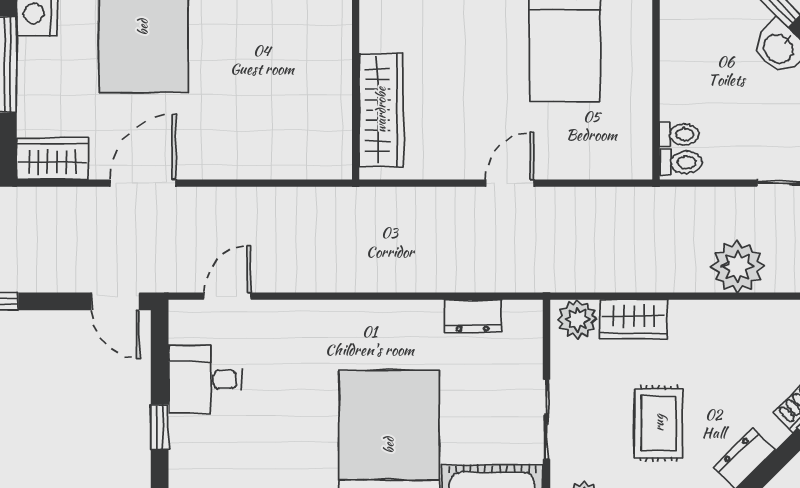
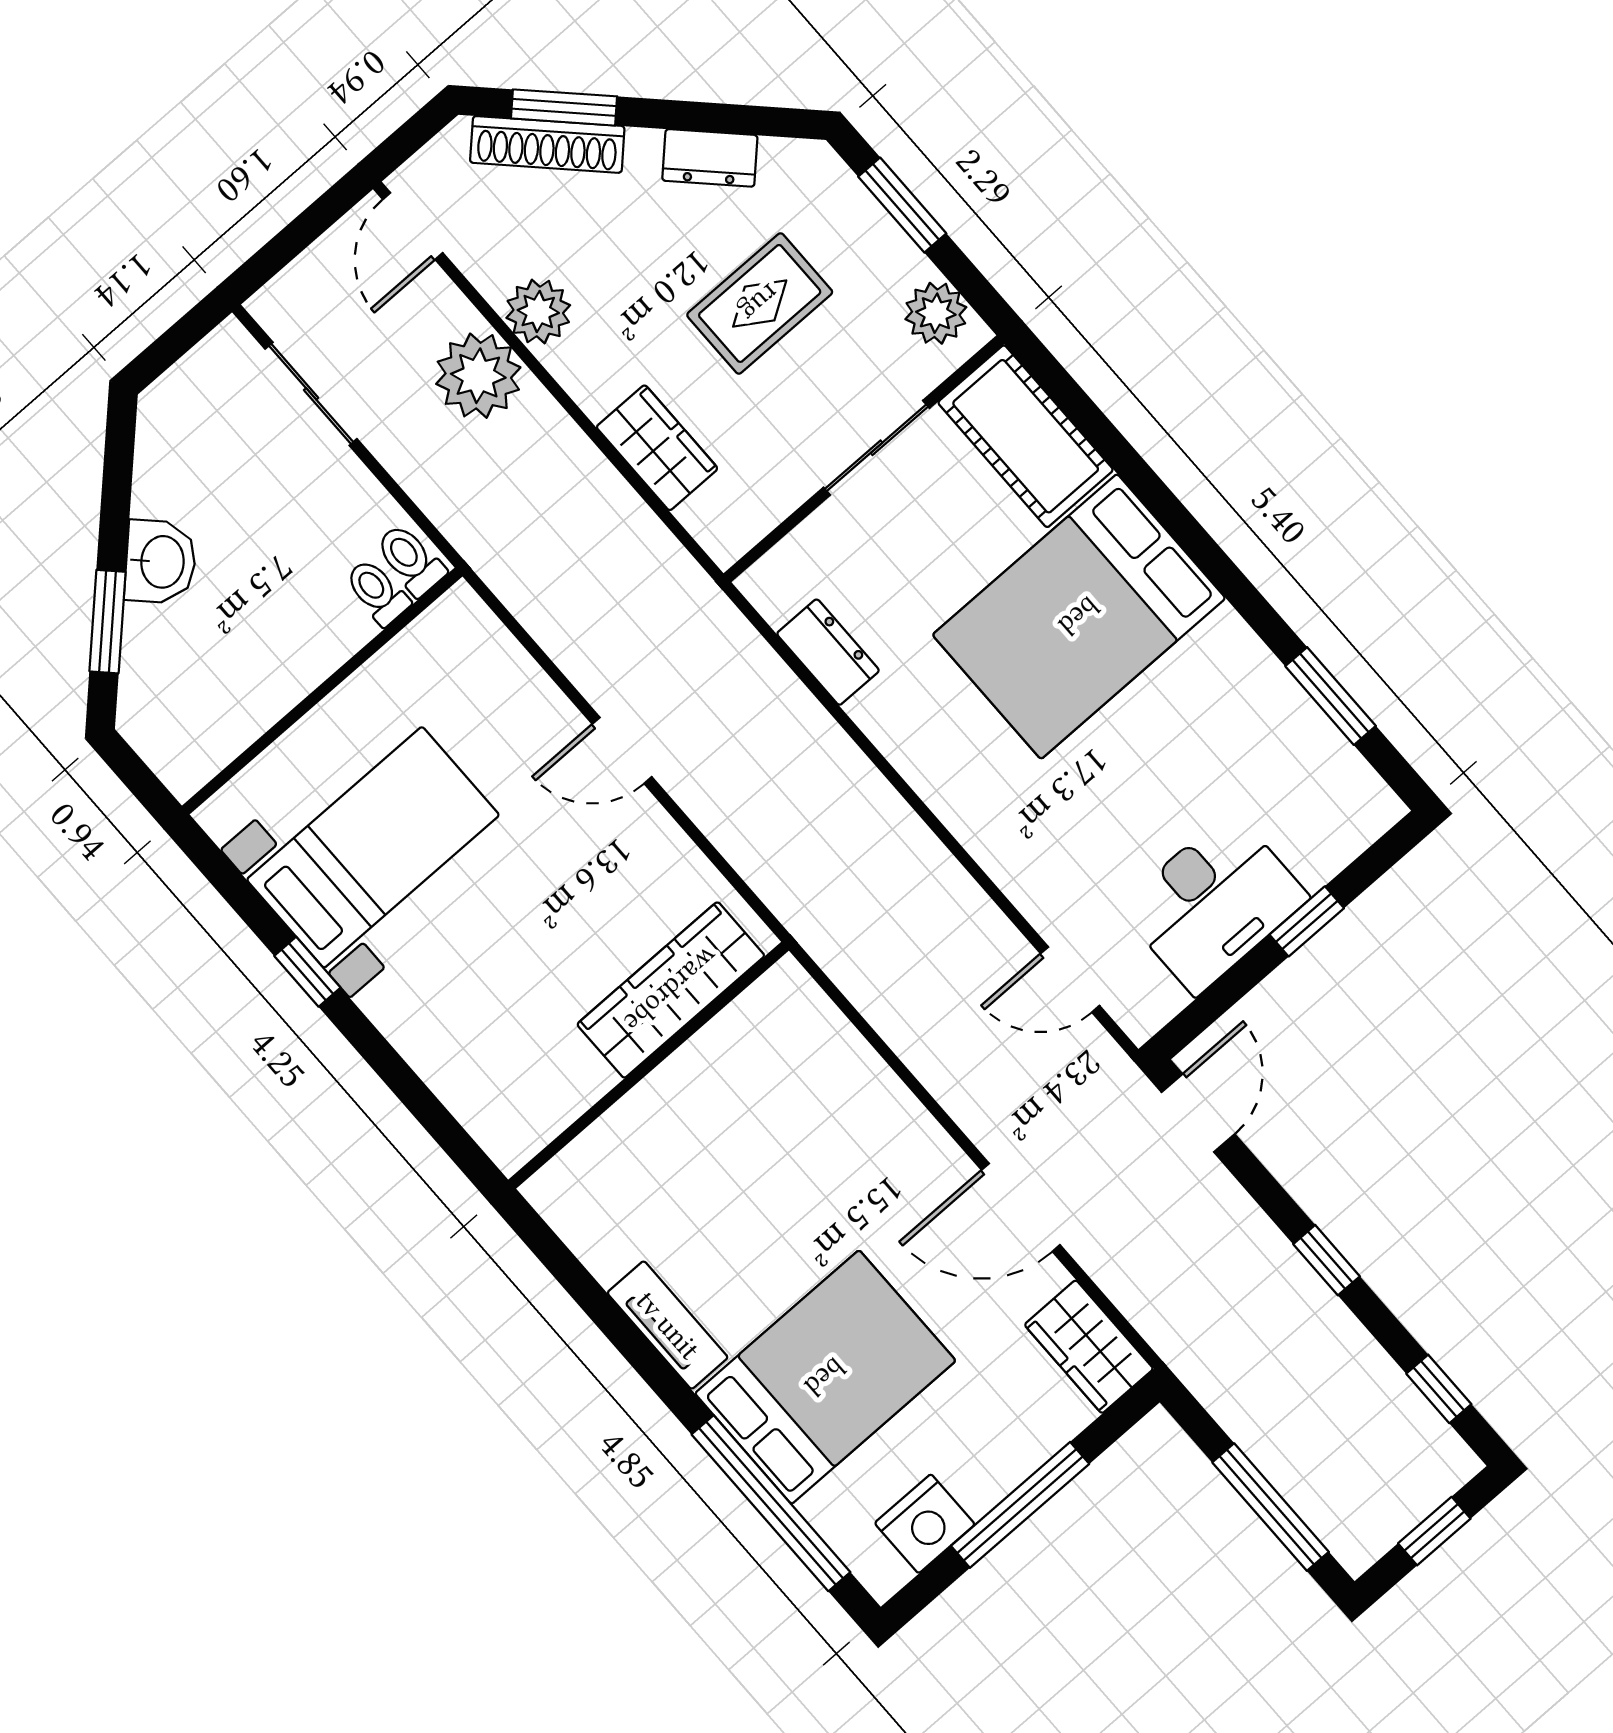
plant: (577, 319) -> (538, 311), moved
desk: (205, 379) -> (1214, 903), width x1.37

